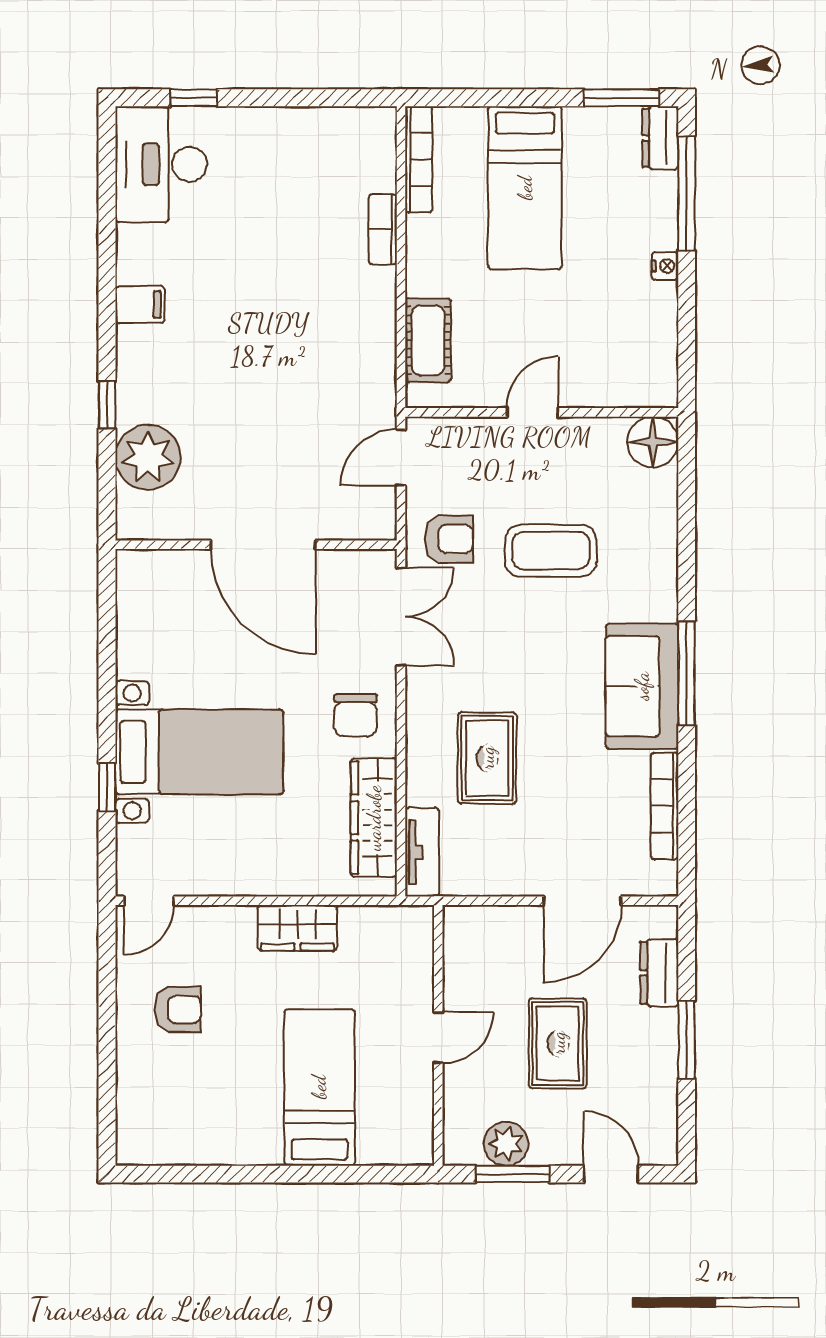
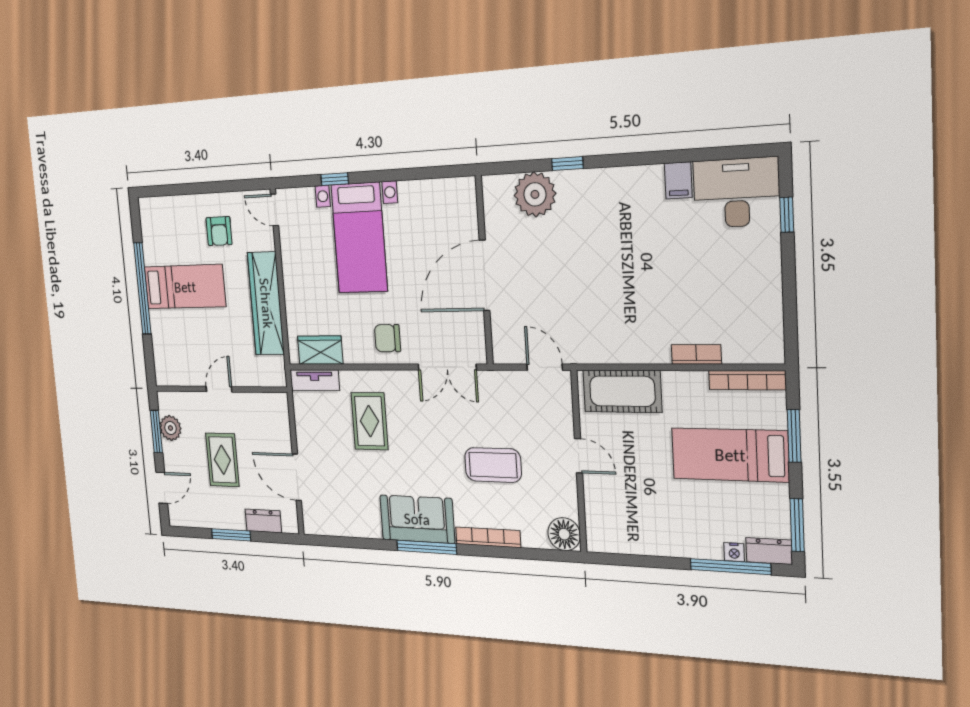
window: (496, 98) -> (794, 436), added
nightstand: (665, 266) -> (734, 552), moved
filing cabinet: (140, 305) -> (678, 180), moved
cot: (428, 340) -> (622, 391), width x1.37, depth x1.34
armchair: (449, 539) -> (496, 399), removed
coffee table: (551, 551) -> (493, 465), turned 90
rug: (487, 758) -> (370, 421), turned 90
bookcase: (665, 806) -> (488, 537), moved
wardrobe: (374, 818) -> (320, 350), width x0.67
wardrobe: (297, 928) -> (266, 303), width x2.10, depth x1.17
door: (438, 1038) -> (219, 389), swing flipped
rug: (558, 1043) -> (222, 460), turned 90
bed: (319, 1087) -> (185, 287), moved
window: (268, 1174) -> (142, 289), added

